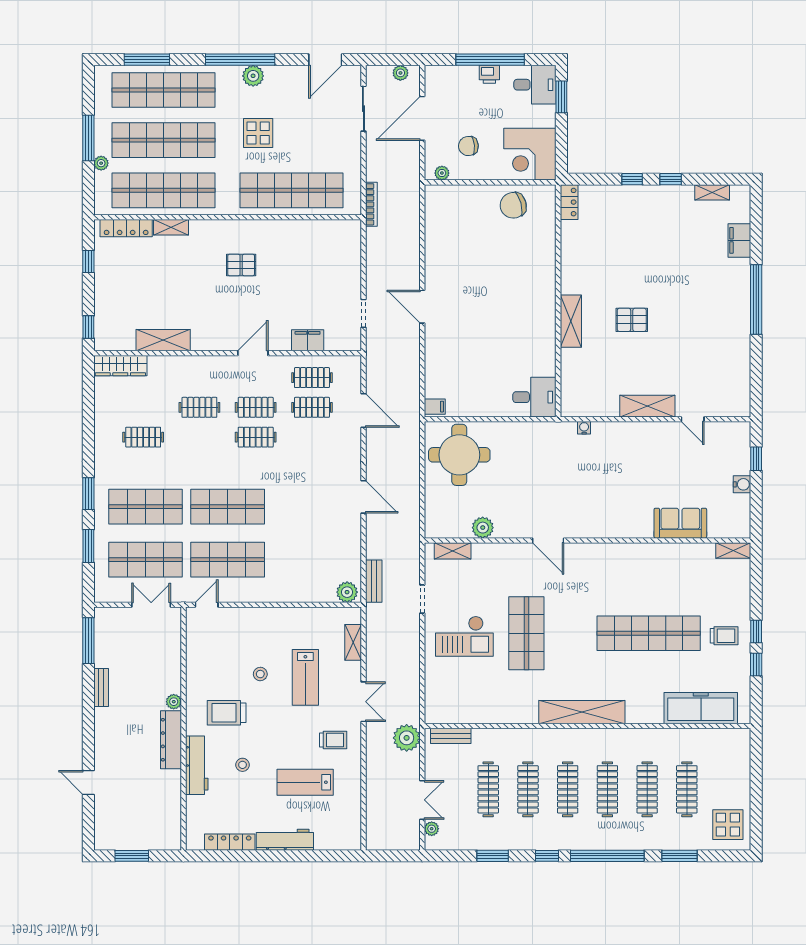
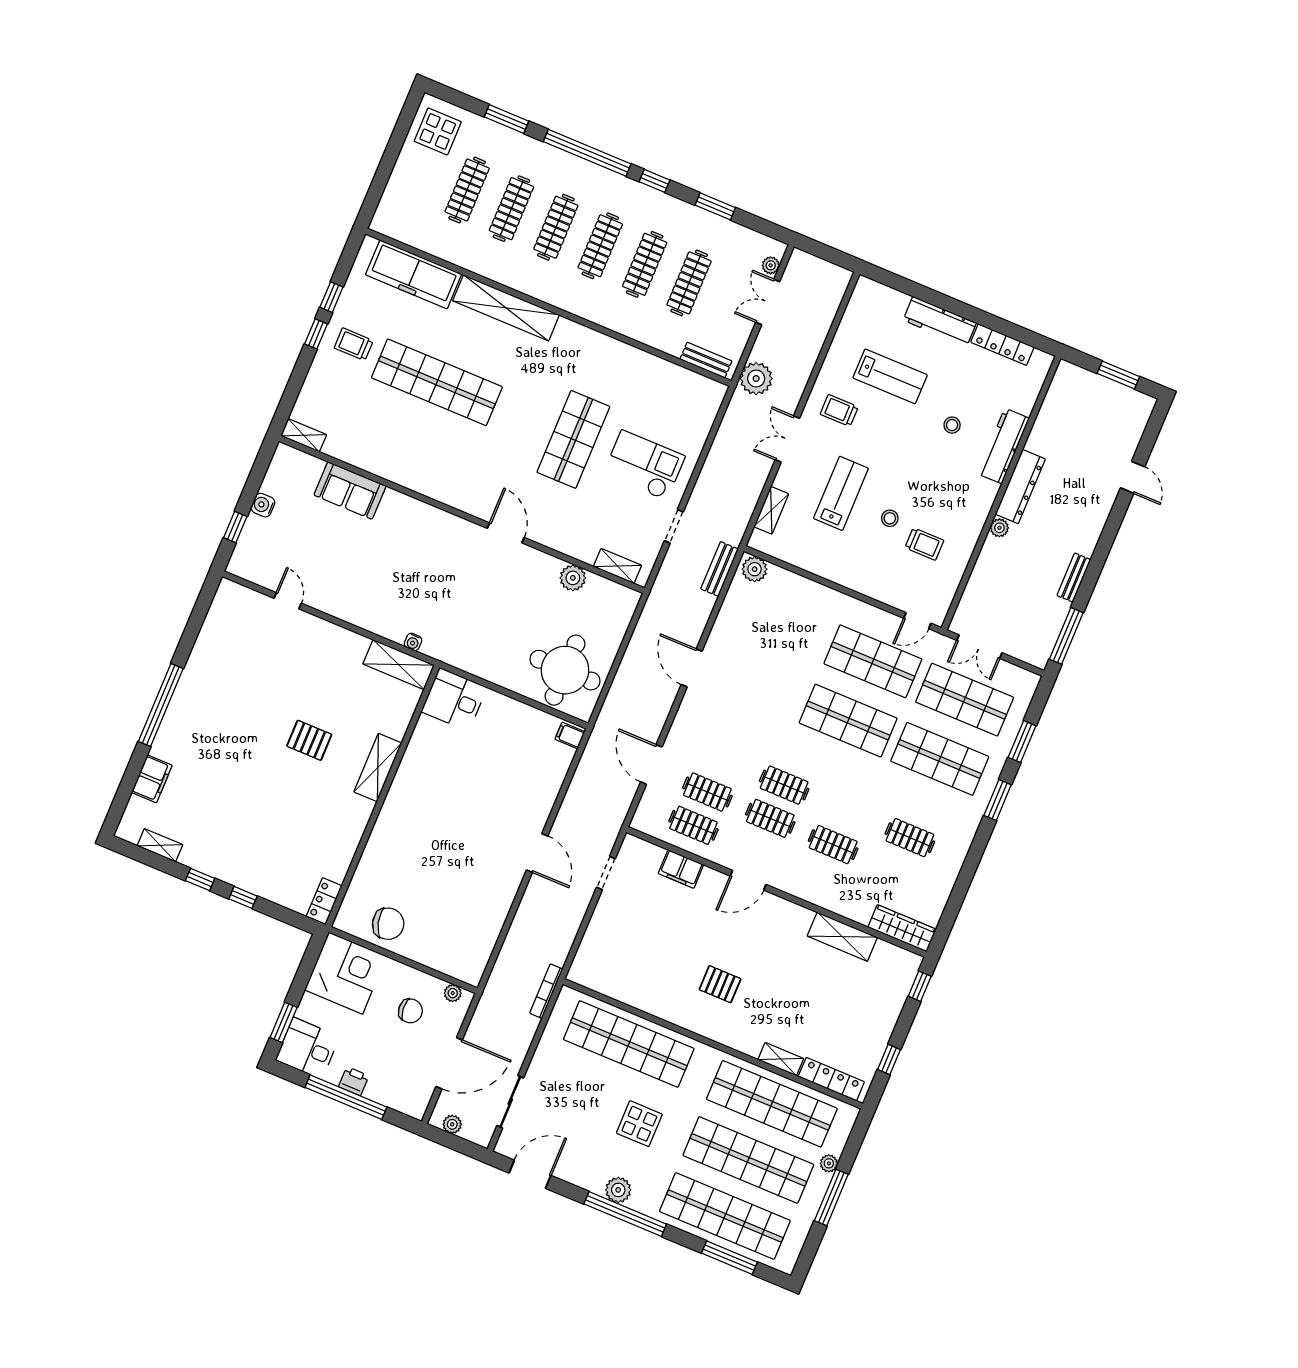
shelving: (647, 406) -> (399, 665), moved
shelving: (582, 712) -> (506, 308), moved
trolley: (227, 713) -> (924, 544), moved, width x0.73, depth x0.72

